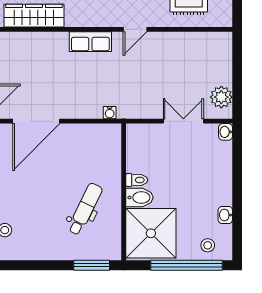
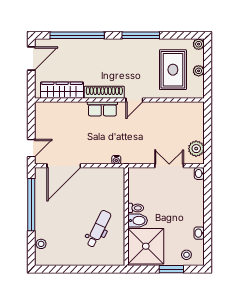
shoe rack: (93, 19) -> (104, 92), added
window: (92, 265) -> (103, 269), removed
window: (187, 265) -> (171, 269), width x0.47

